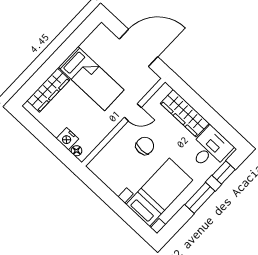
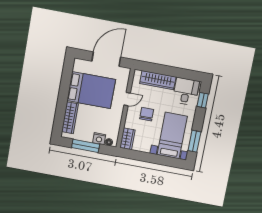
bed: (91, 79) -> (91, 90), width x1.50
window: (45, 137) -> (86, 146), added
wardrobe: (102, 161) -> (127, 139), added
window: (200, 198) -> (194, 141), moved

